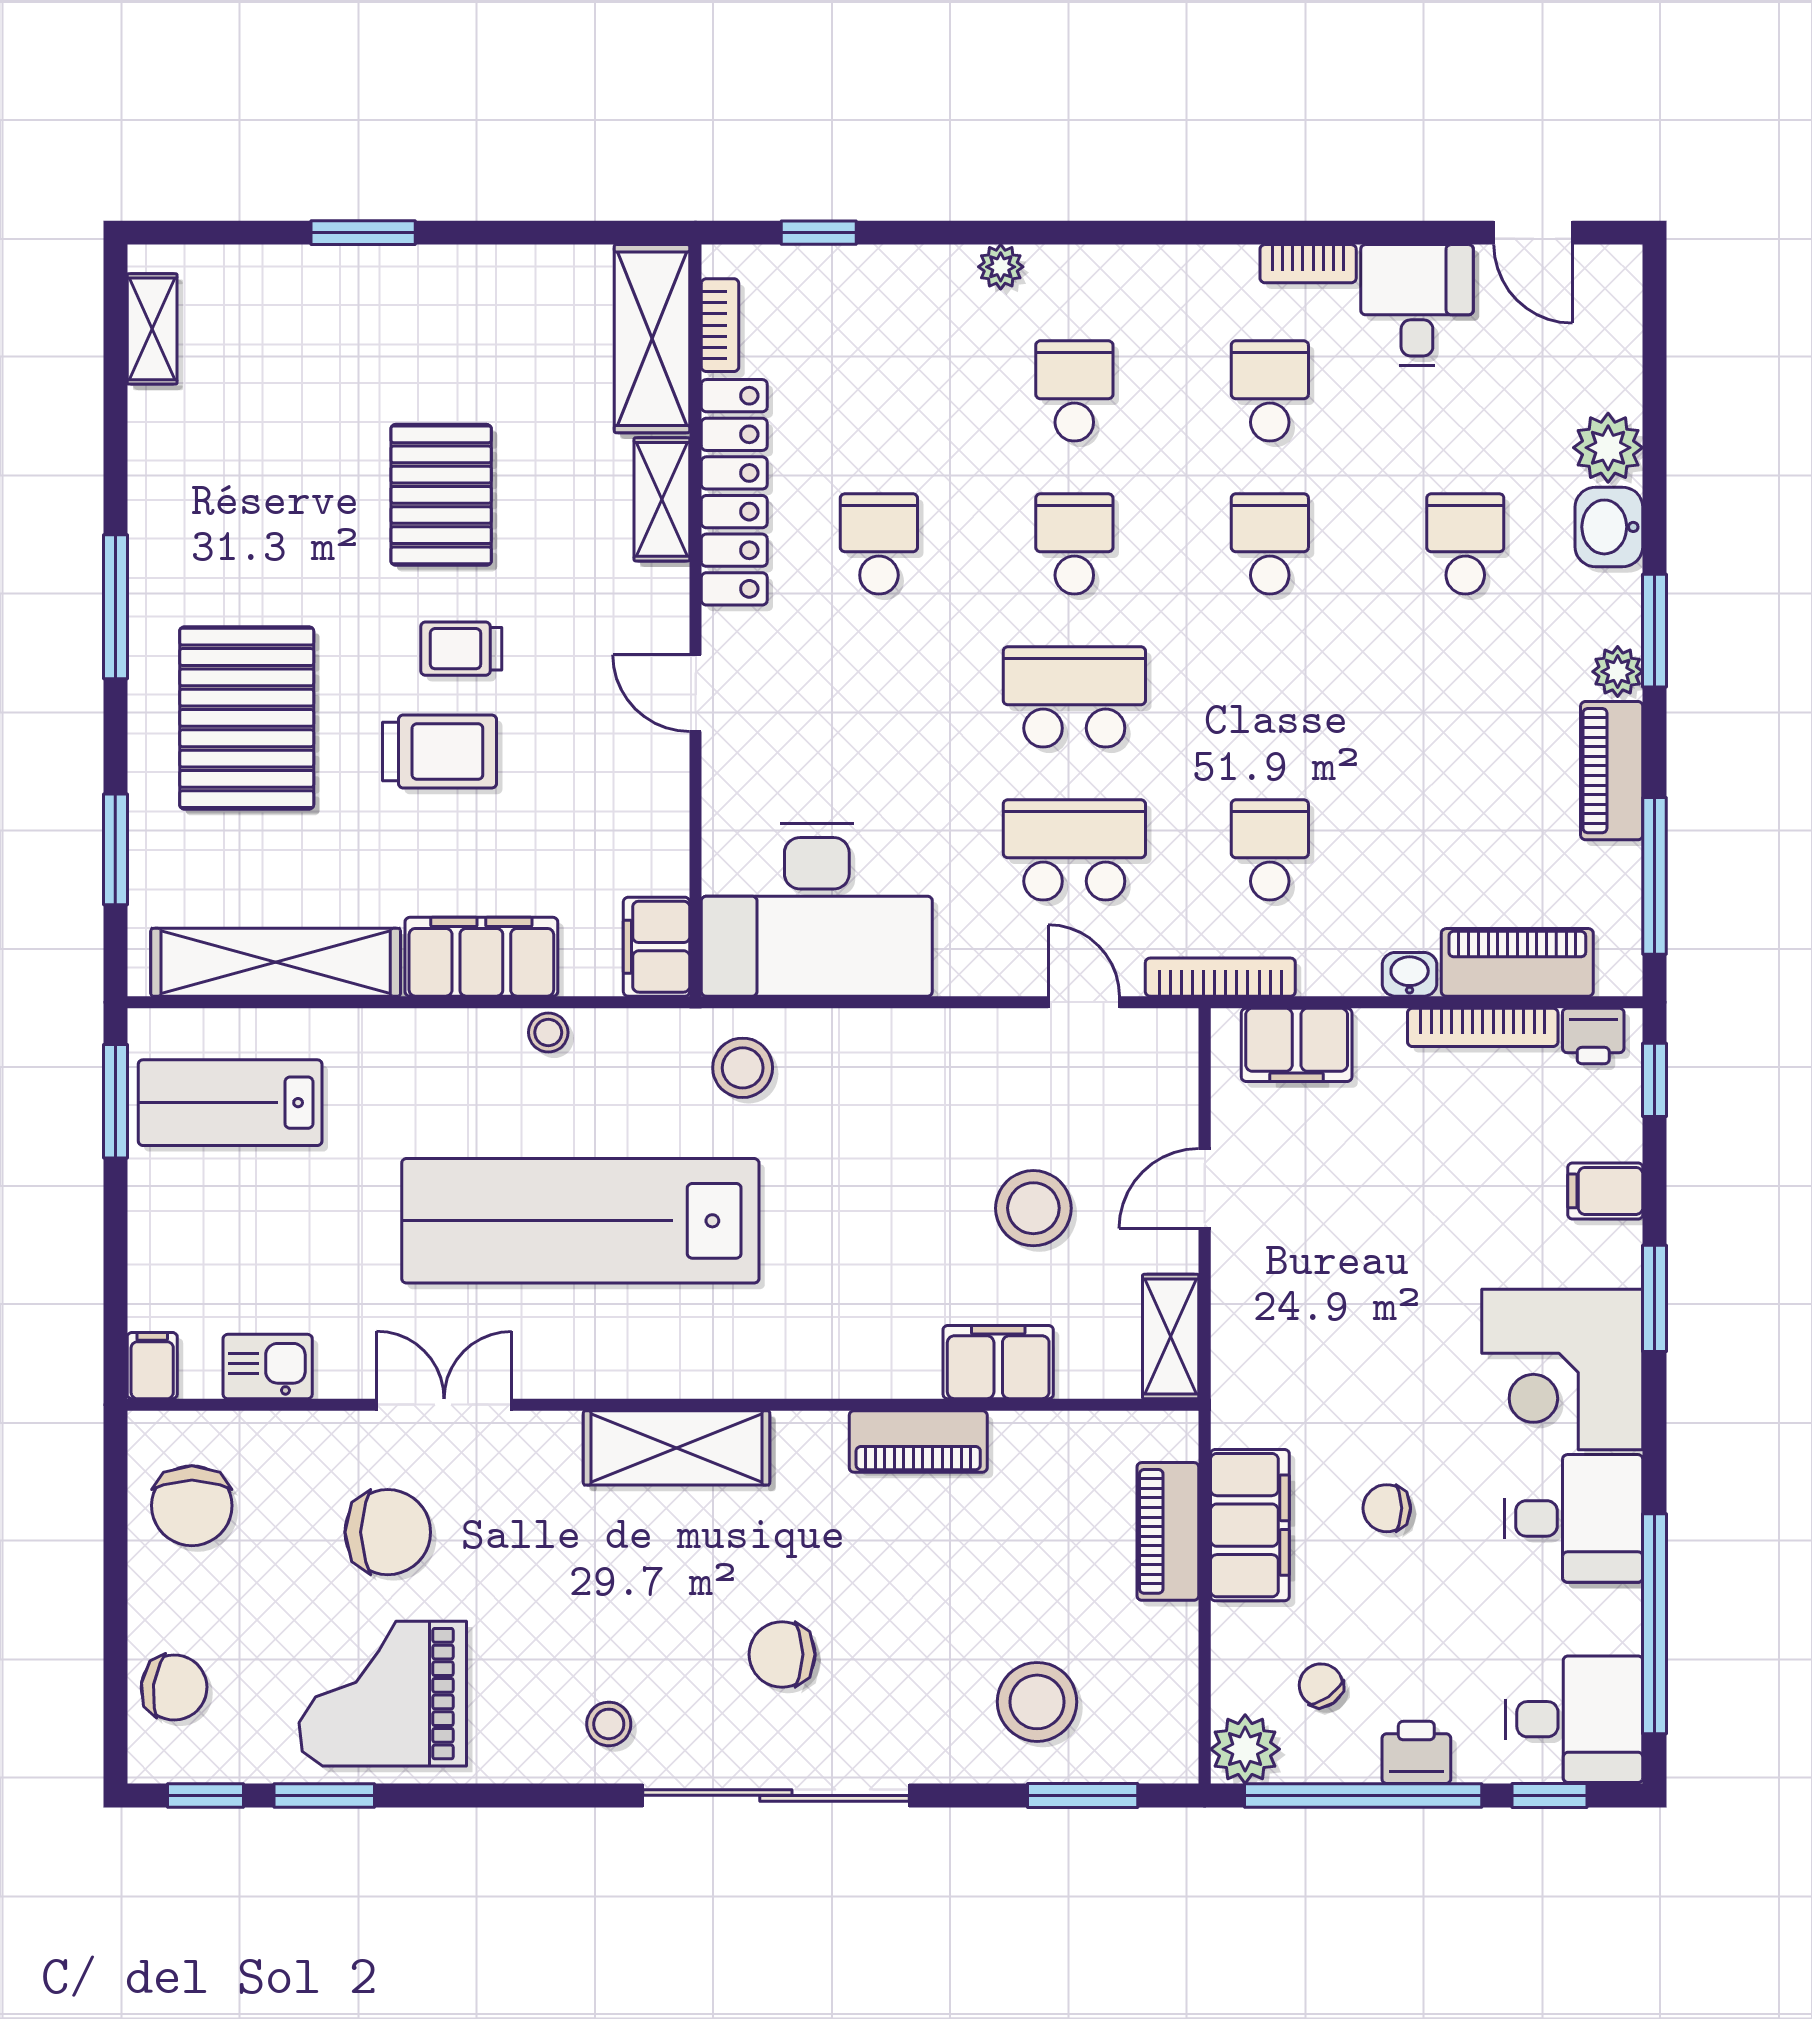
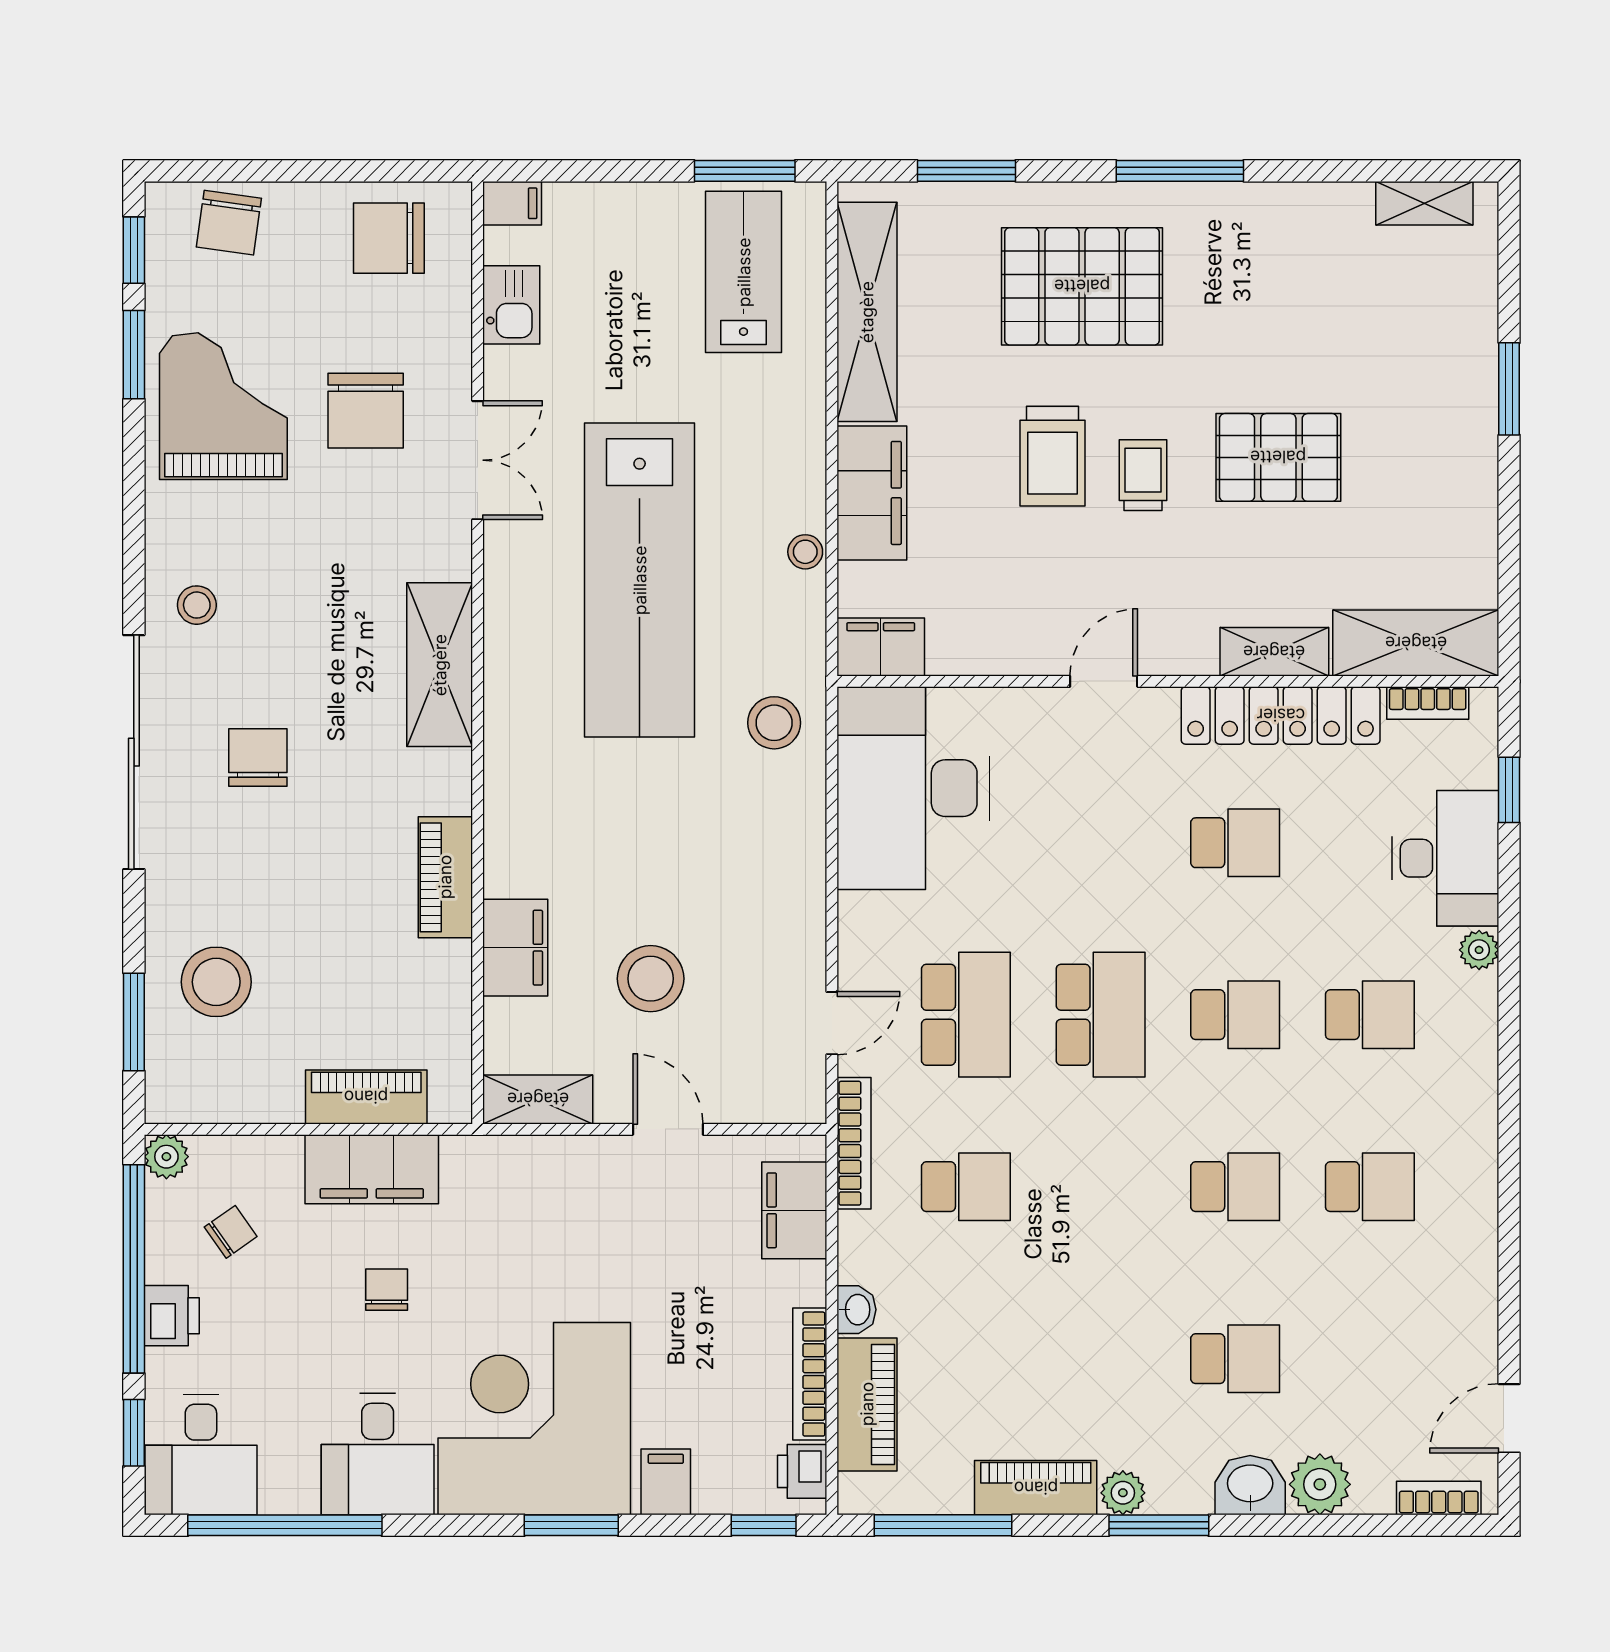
bookcase: (1308, 264) -> (1439, 1498), moved, turned 90
desk: (1417, 305) -> (1445, 858), moved, width x1.37
lab bench: (580, 1221) -> (640, 580), turned 180
corner desk: (1562, 1369) -> (534, 1419), width x1.36, depth x1.36
plant: (1245, 1749) -> (166, 1157), width x0.73, depth x0.73

